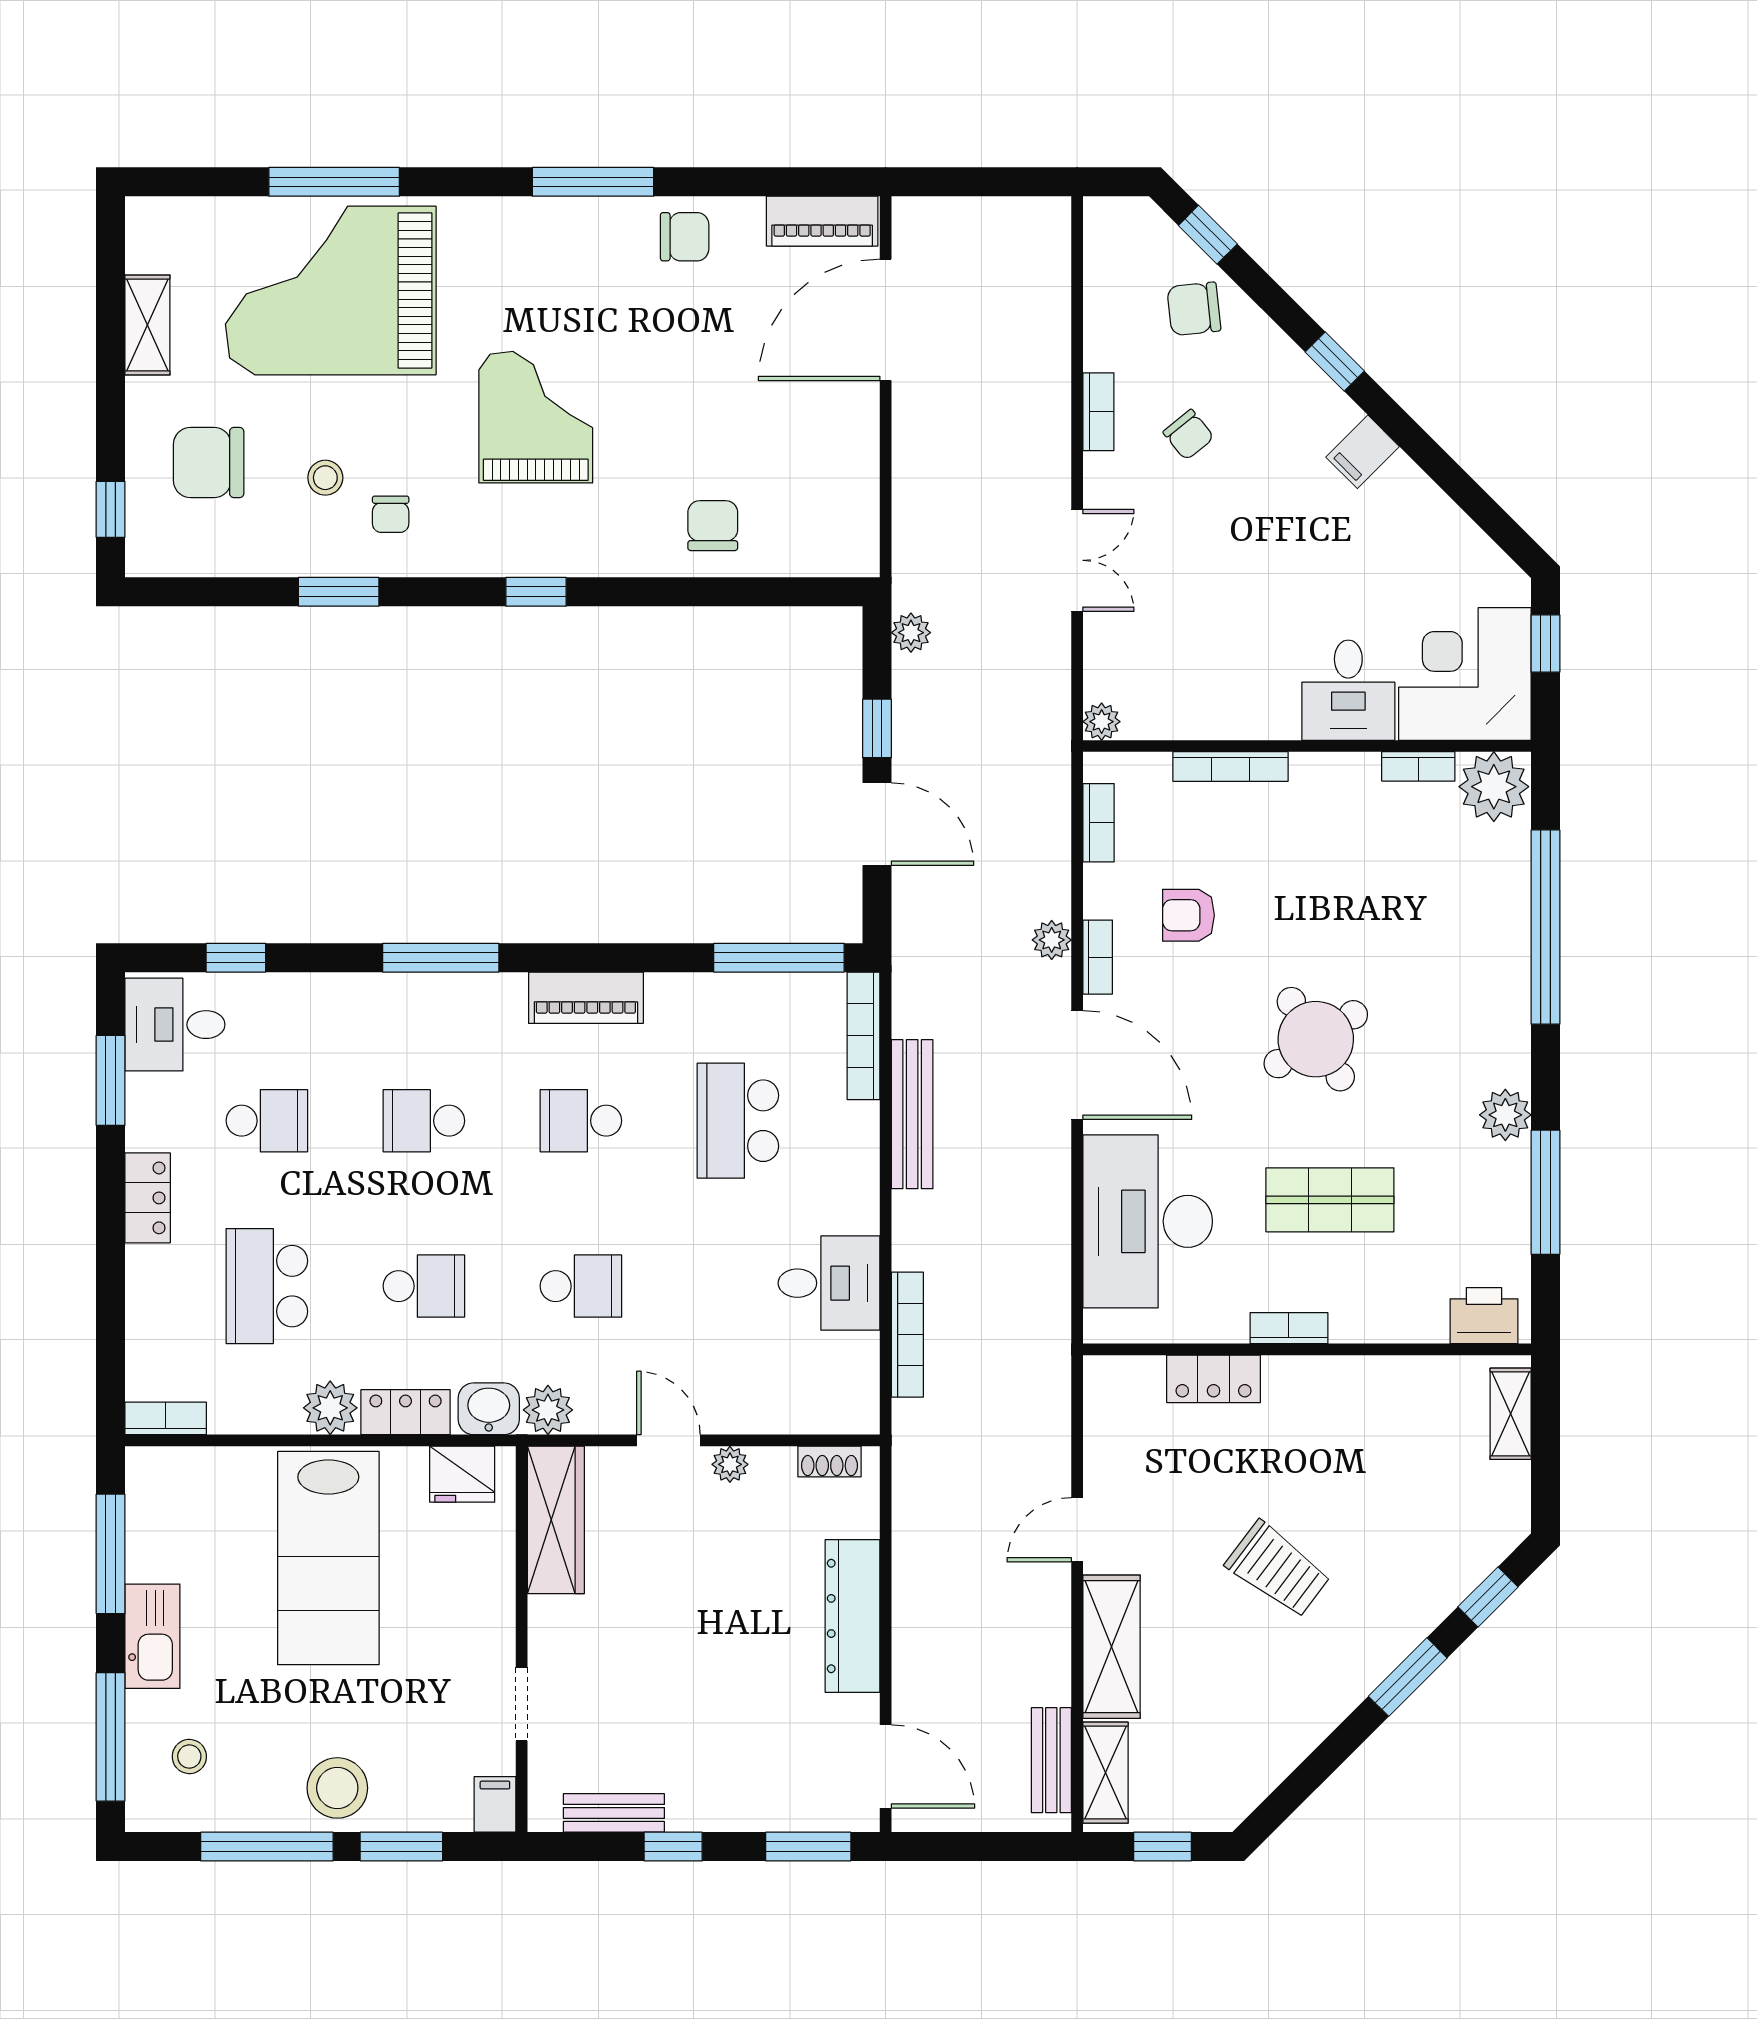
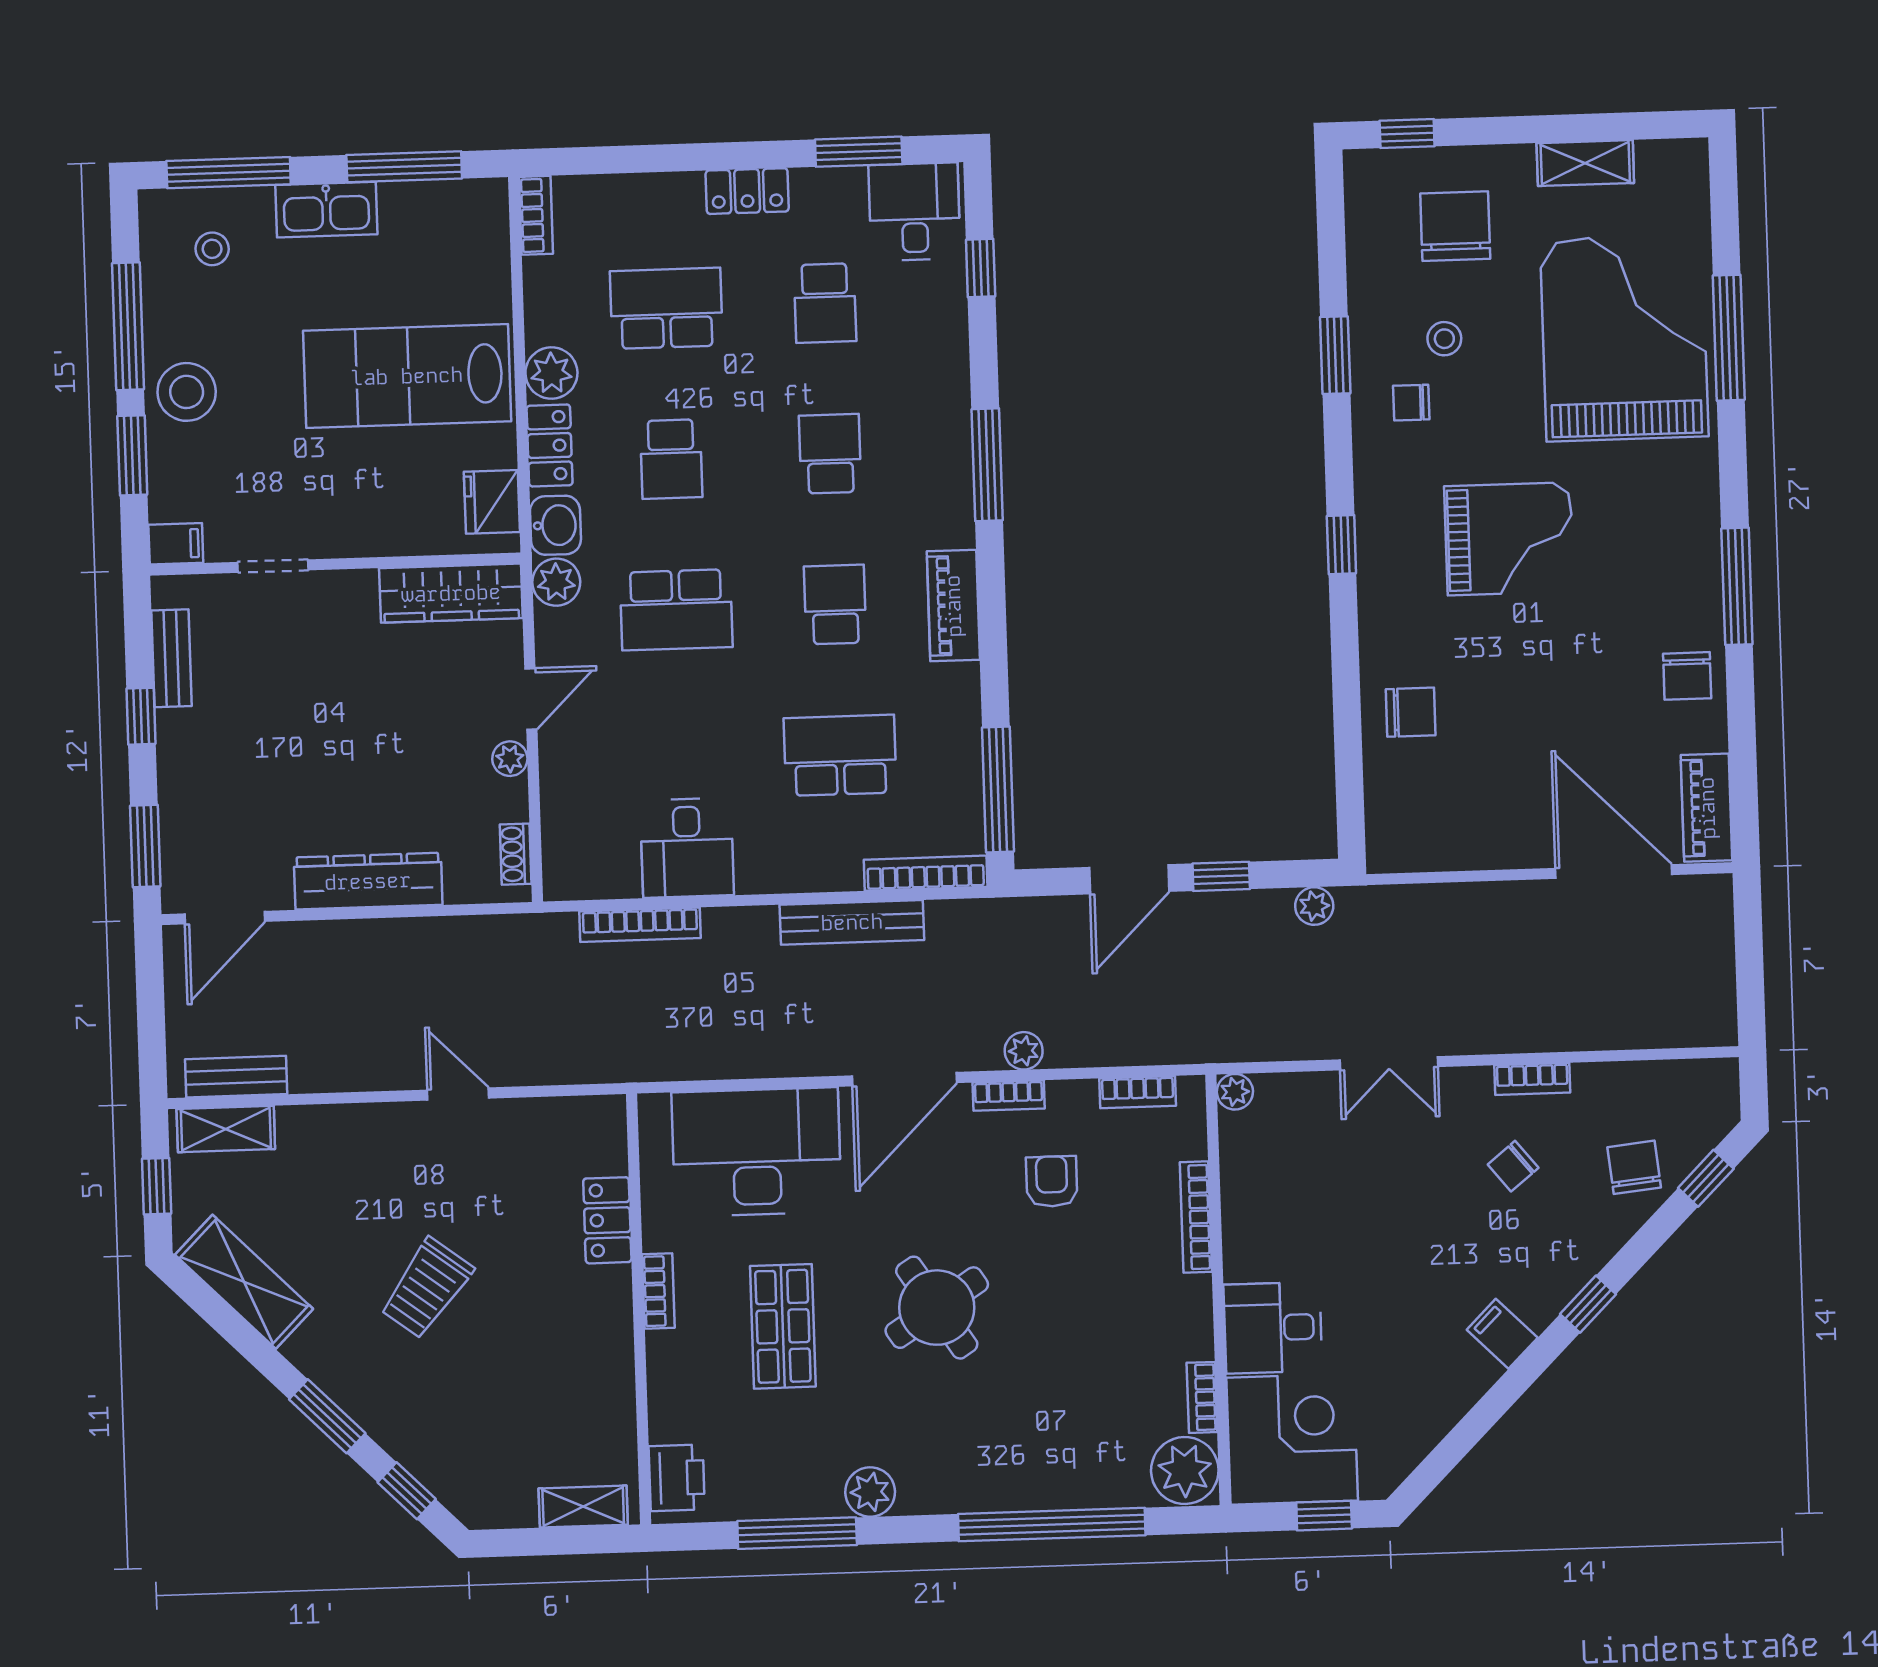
school desk: (581, 1286) -> (676, 610), width x1.85
shelving: (1112, 1647) -> (244, 1282), moved, turned 45

